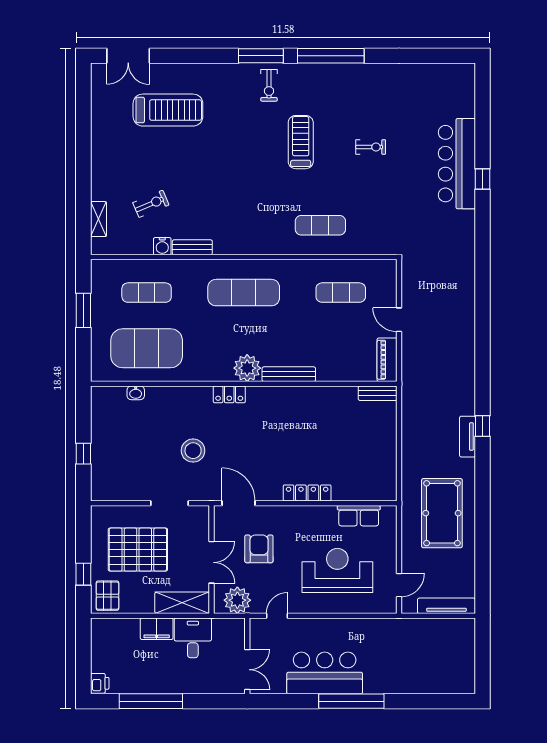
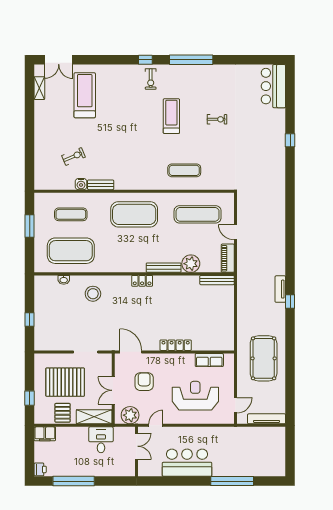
window: (261, 56) -> (145, 60), width x0.46
treadmill: (168, 110) -> (85, 95), turned -90
bar counter: (457, 164) -> (273, 86), moved, width x0.73
shelving: (98, 219) -> (39, 88), moved
exercise mat: (244, 293) -> (134, 214), width x1.47
exercise mat: (341, 293) -> (198, 214), width x1.36, depth x1.45
plant: (247, 368) -> (191, 264), moved
bench: (378, 393) -> (217, 280), width x1.36
locker: (229, 394) -> (142, 281), moved
tv unit: (468, 437) -> (280, 289), moved
stool: (193, 451) -> (93, 294), moved
double door: (212, 562) -> (113, 390), swing flipped
pallet: (107, 596) -> (63, 413), moved
filing cabinet: (157, 629) -> (45, 434), moved
double door: (247, 670) -> (136, 446), moved
window: (351, 701) -> (232, 481), moved

